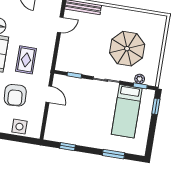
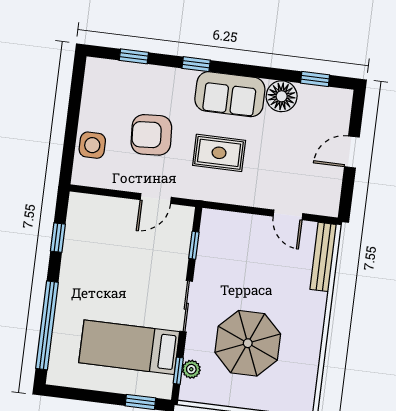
window: (114, 154) -> (47, 325), width x2.11

